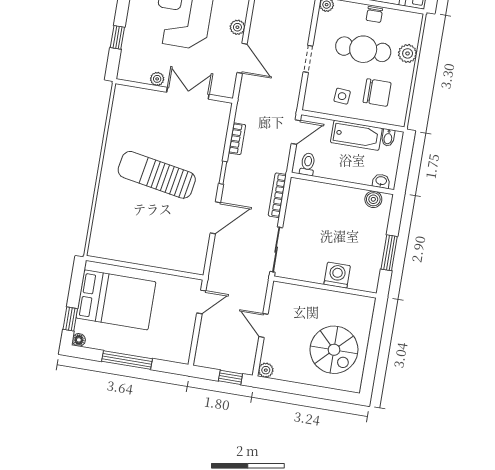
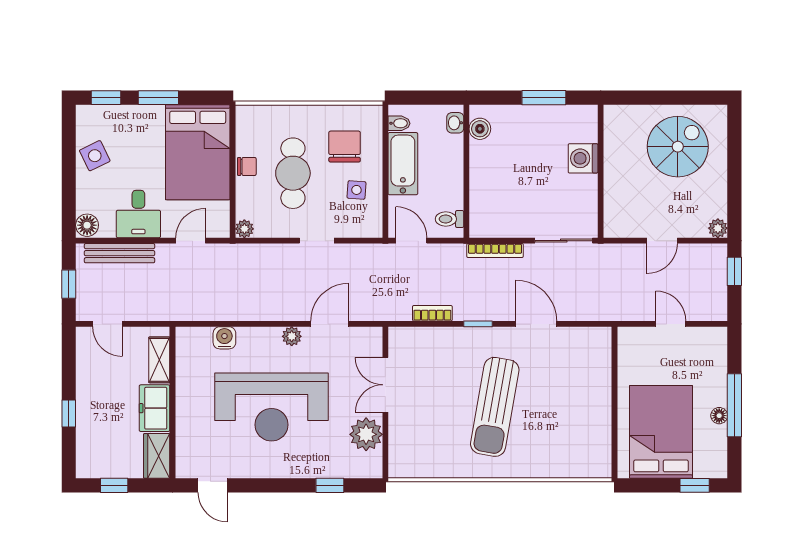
plant: (408, 53) -> (289, 116), removed
plant: (157, 79) -> (366, 434), width x1.88, depth x1.88
door: (201, 302) -> (671, 324), moved
floor lamp: (79, 340) -> (719, 416), moved

